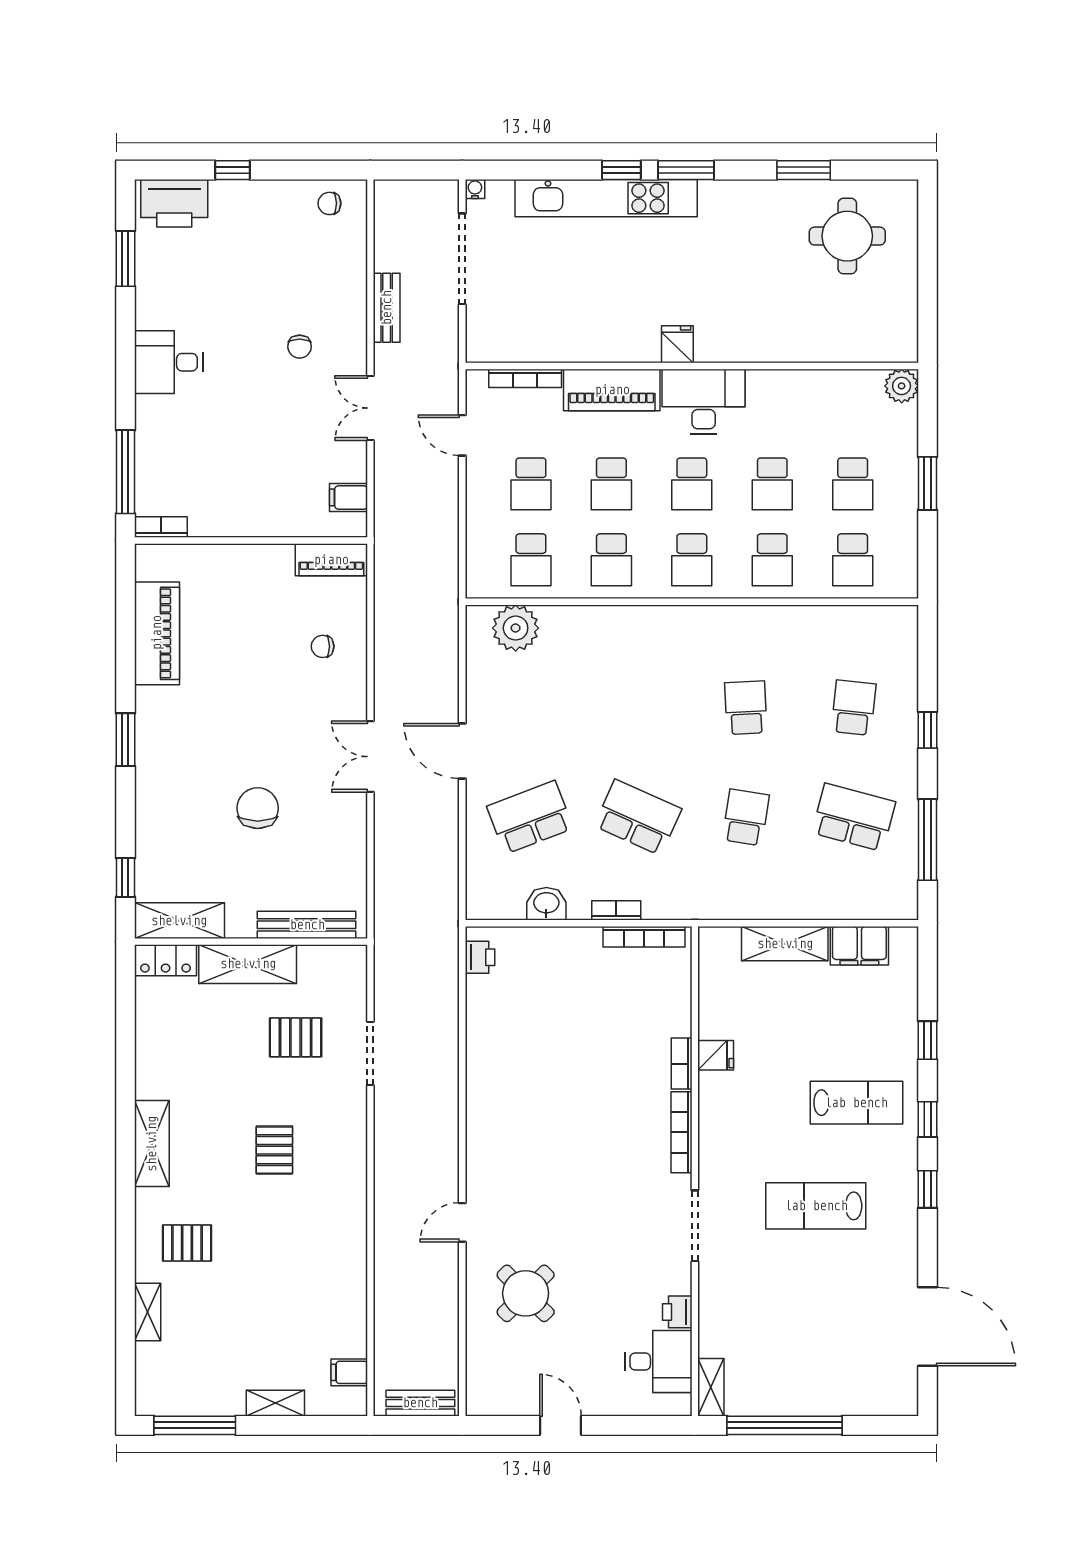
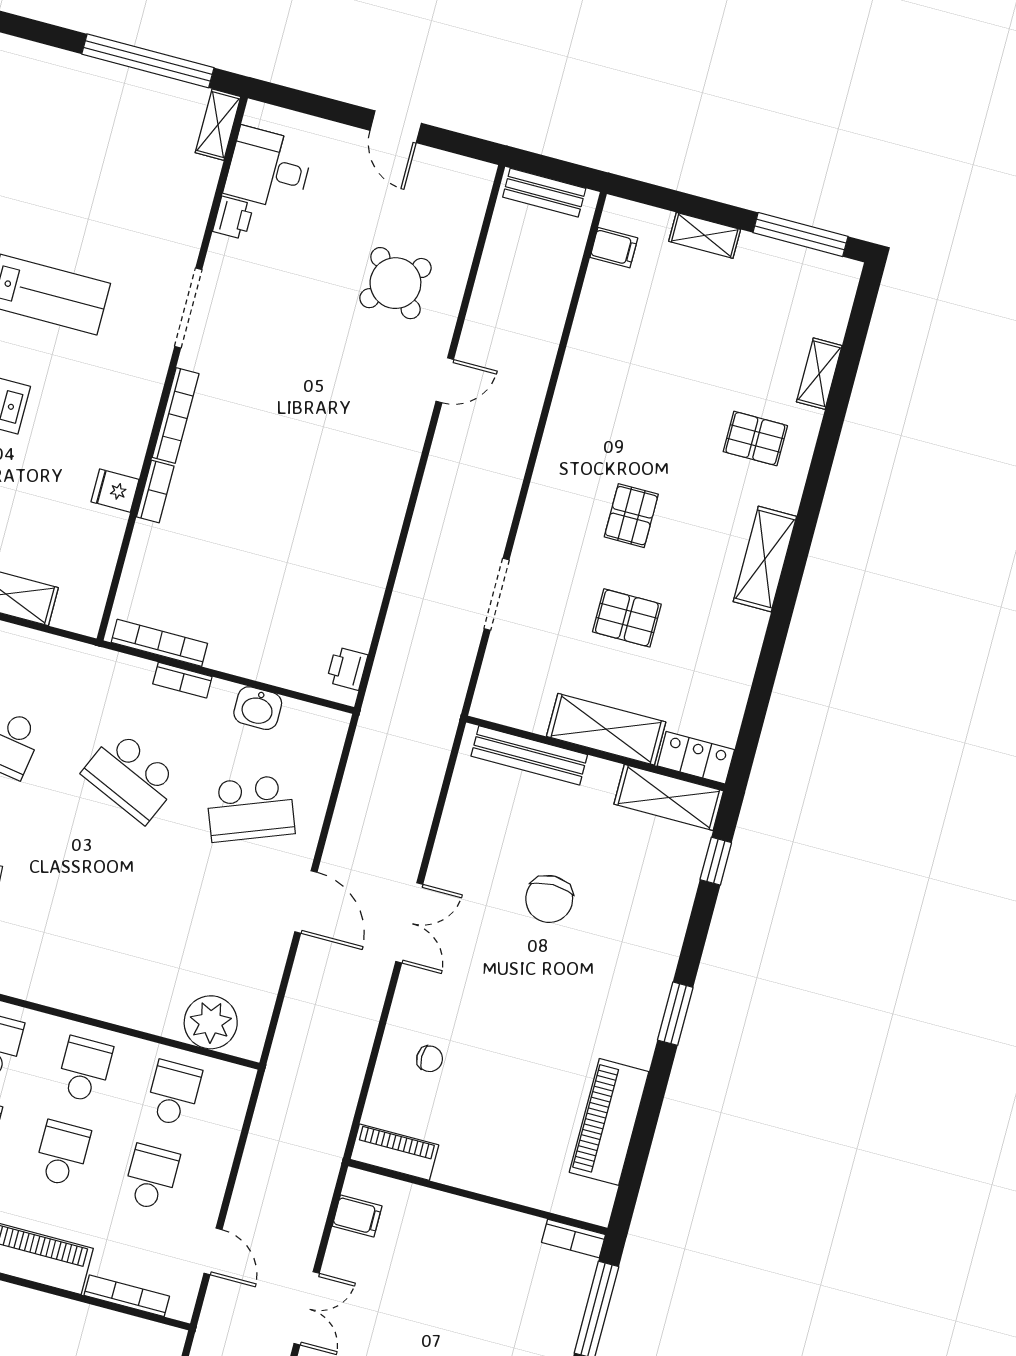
pallet: (296, 1037) -> (627, 618), moved

